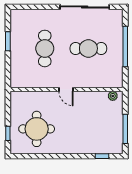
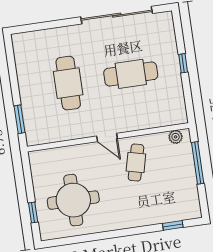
window: (8, 41) -> (20, 119), moved
window: (125, 46) -> (183, 63), width x0.32
cafe table: (83, 109) -> (136, 163), added
window: (125, 129) -> (198, 163), moved

